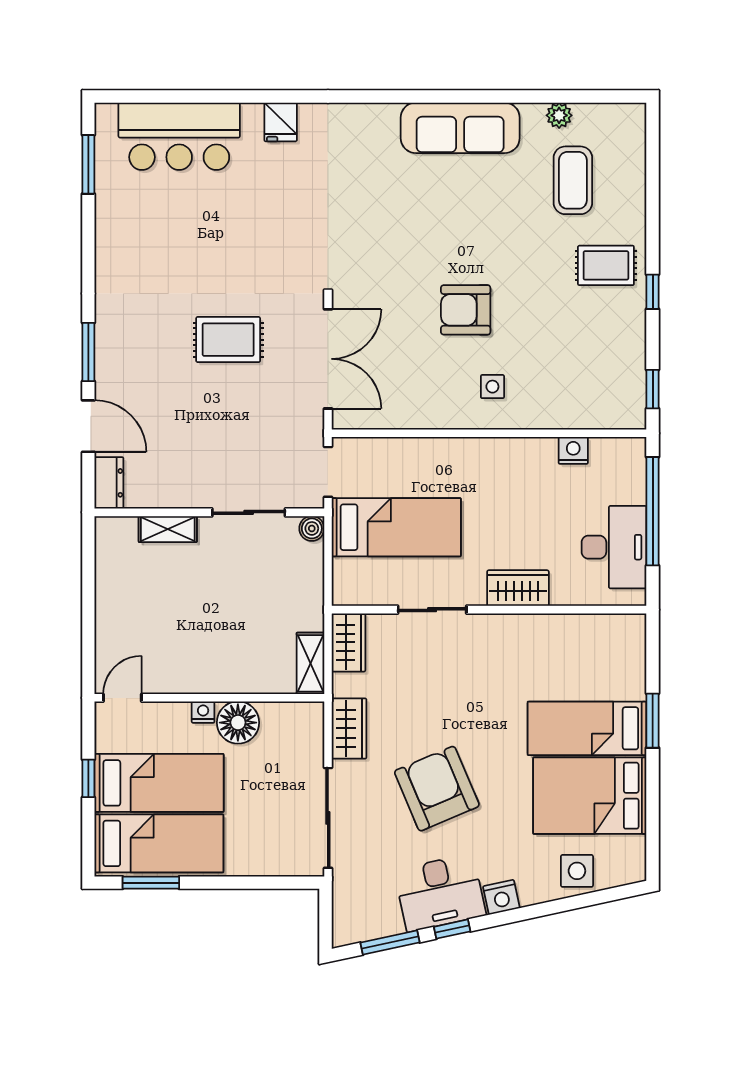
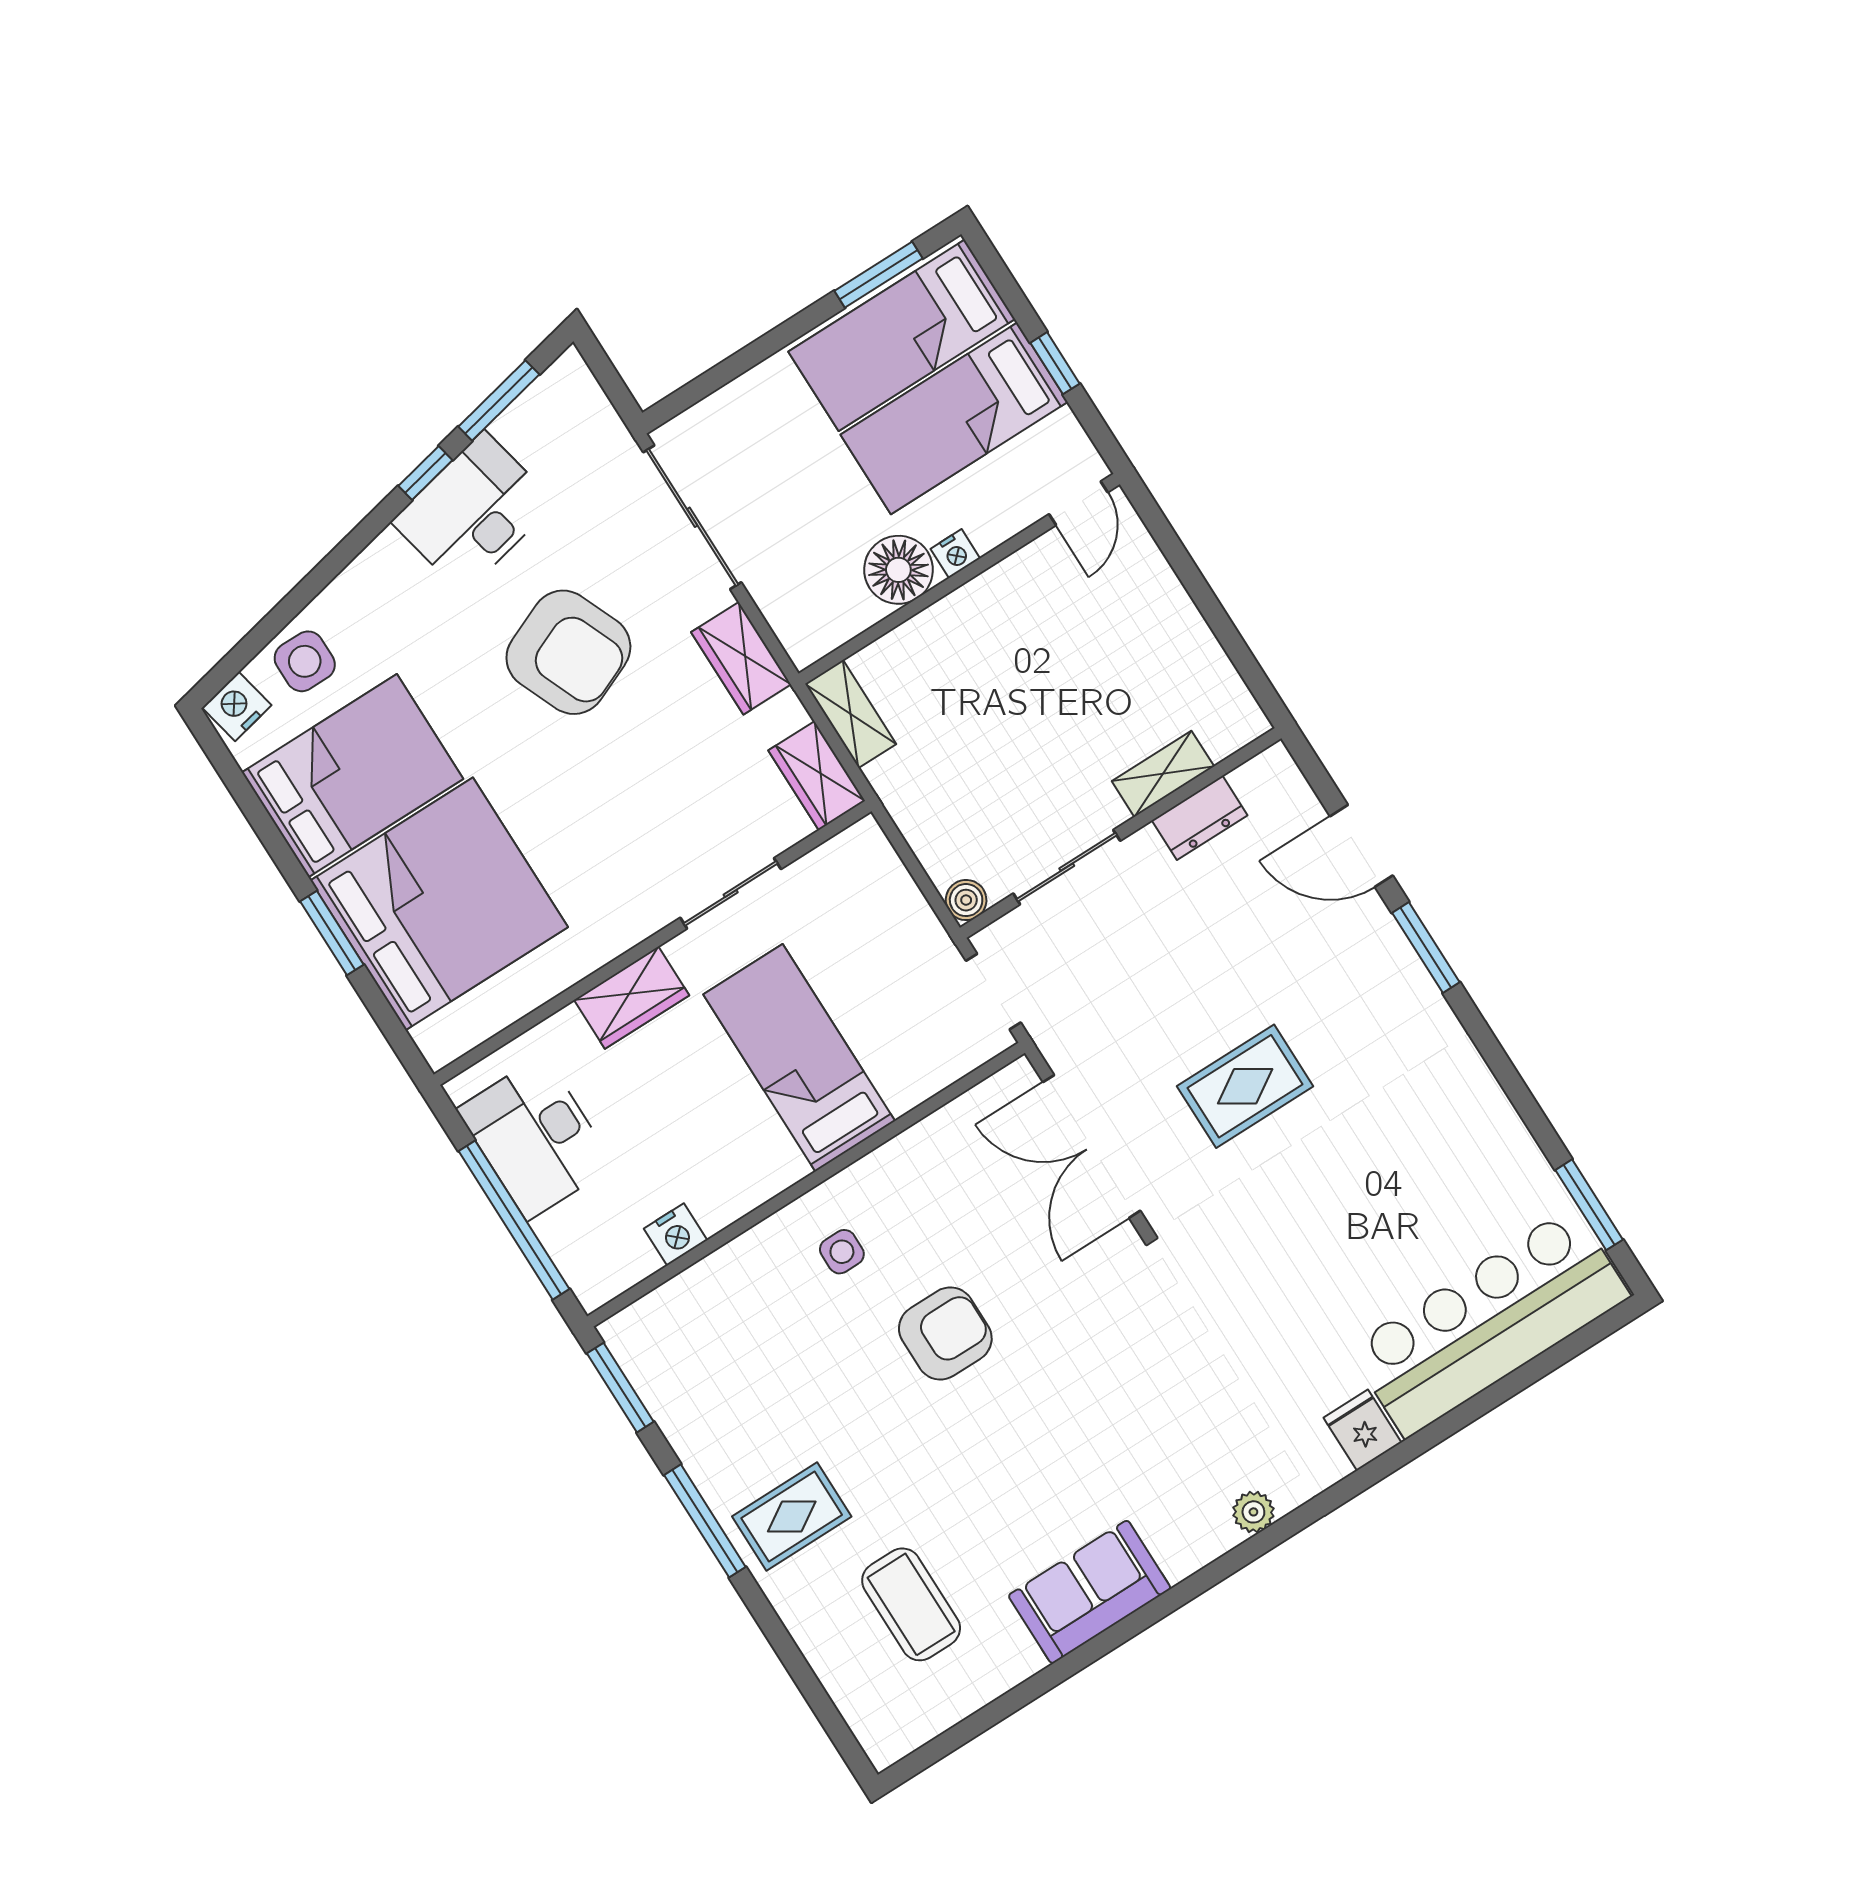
plant: (559, 115) -> (1253, 1512), moved
sofa: (460, 128) -> (1090, 1592), width x0.73
bar counter: (179, 136) -> (1489, 1322), width x1.36
window: (653, 292) -> (705, 1521), width x2.17
window: (653, 389) -> (620, 1388), width x1.50
dresser: (109, 483) -> (1200, 818), moved, turned -90
bed: (396, 527) -> (799, 1058), moved, turned 90
bed: (587, 728) -> (439, 904), width x2.04
nightstand: (501, 897) -> (237, 706), moved

